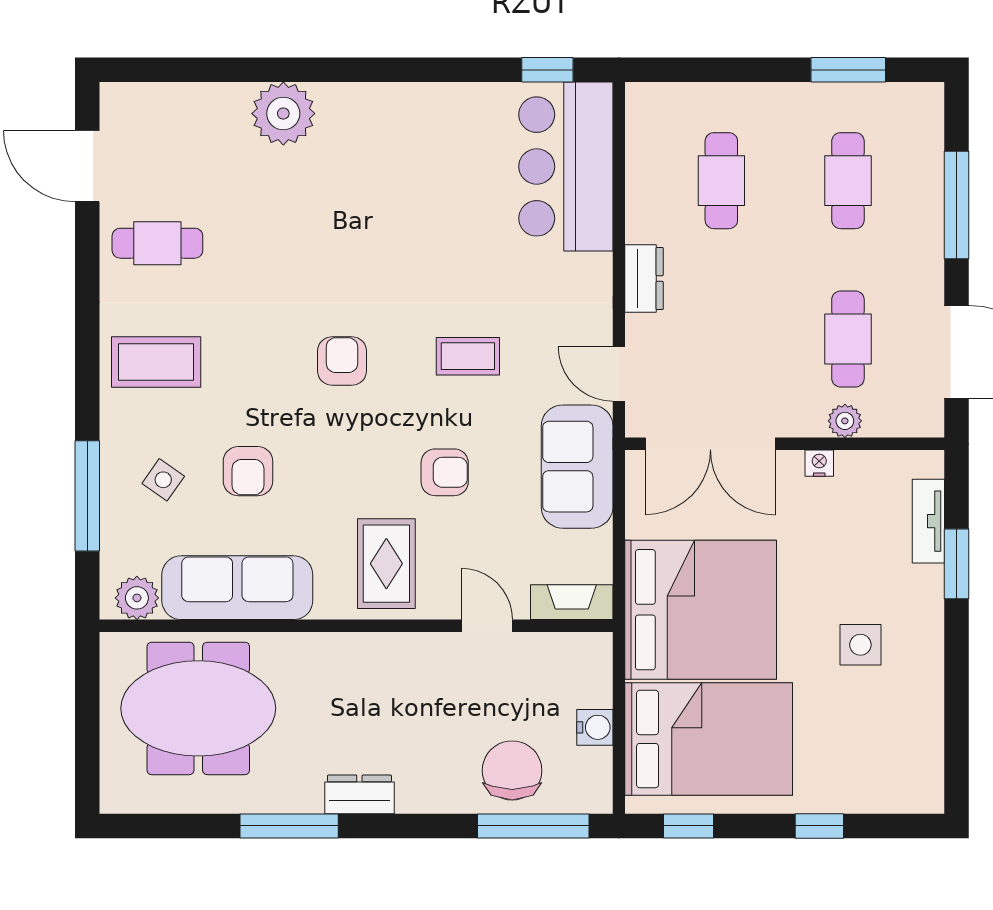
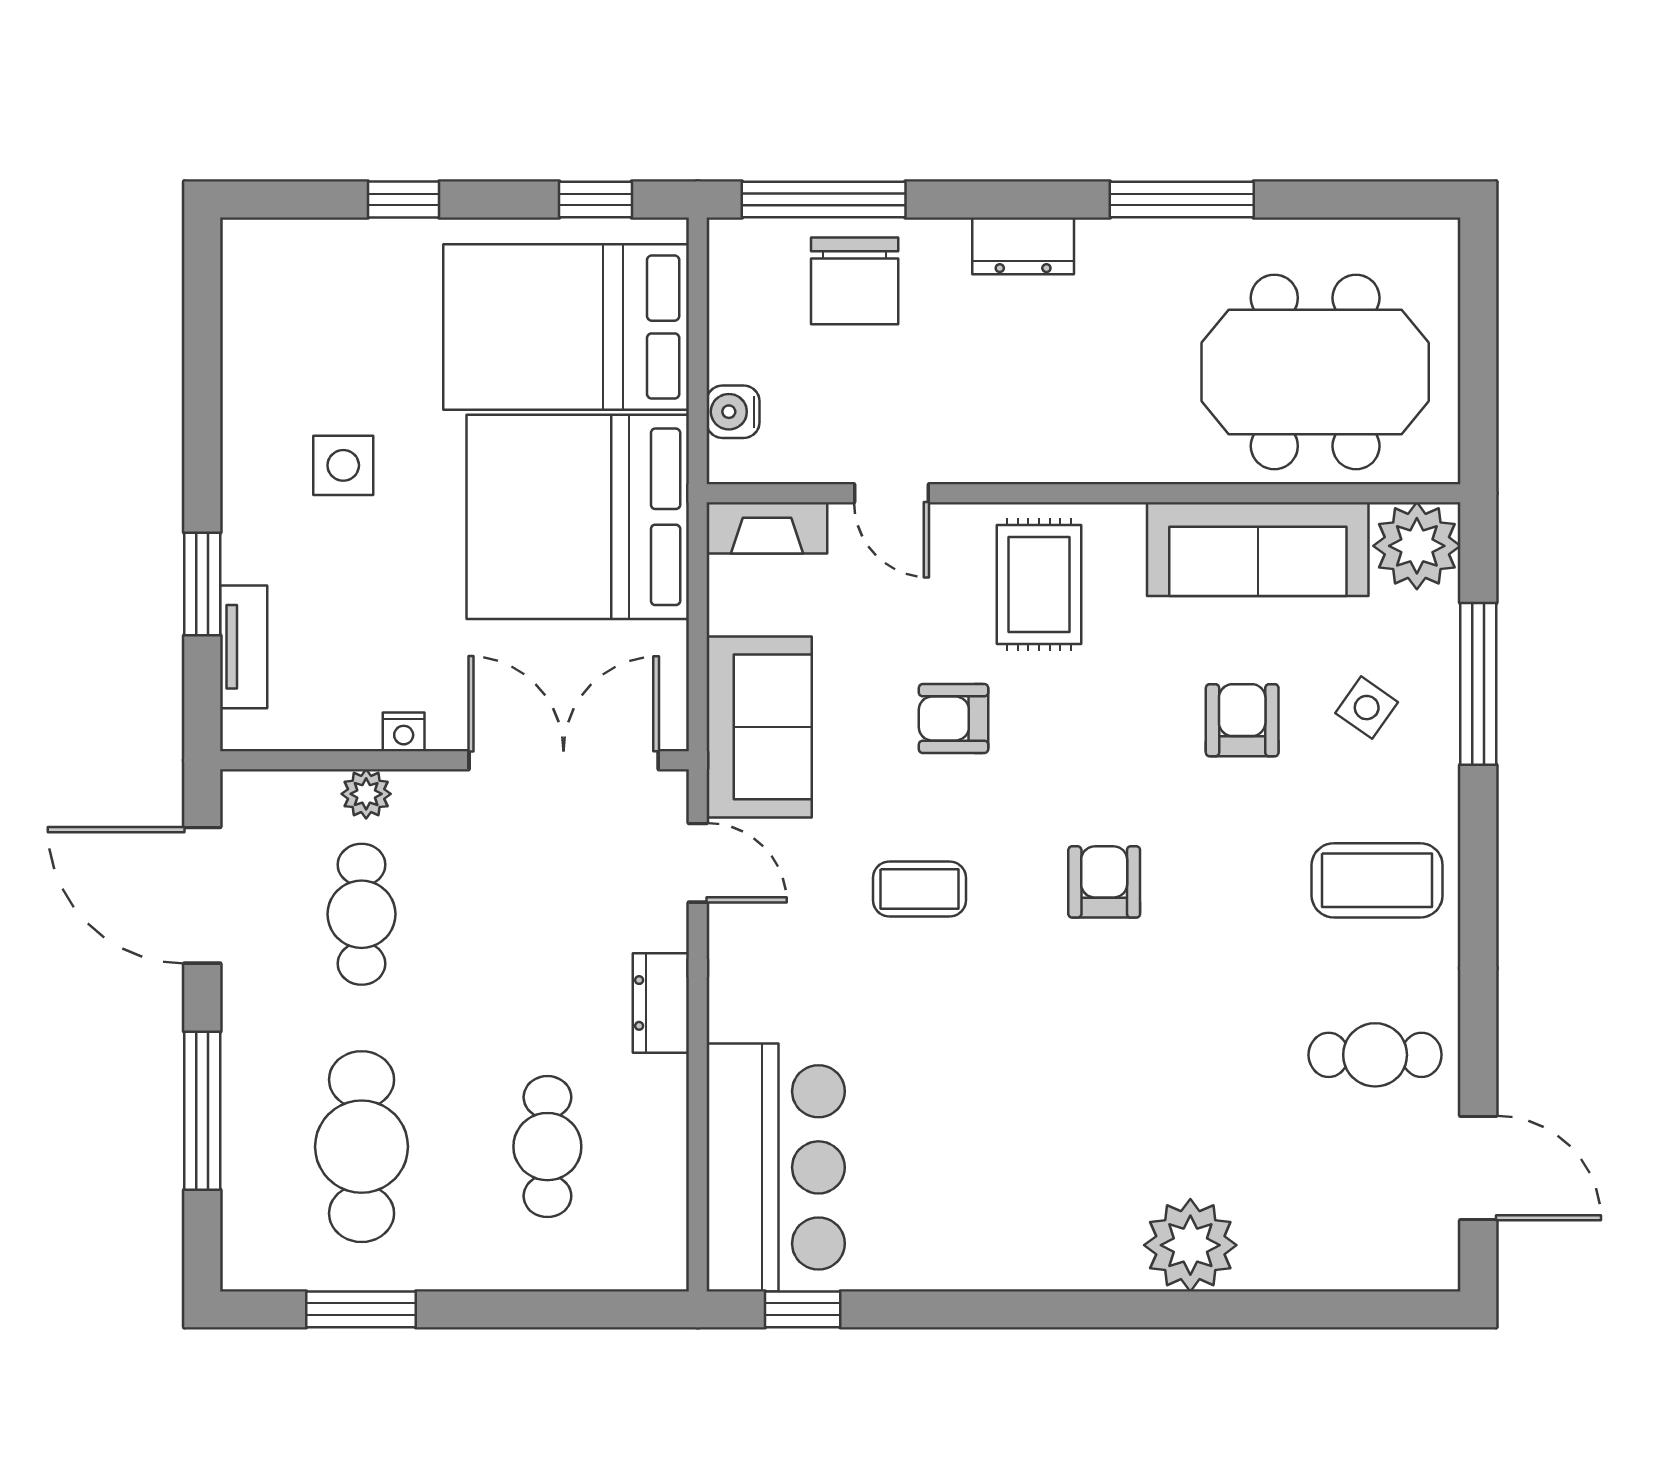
cafe table: (848, 181) -> (362, 1147), width x1.37, depth x1.35
armchair: (342, 361) -> (1104, 882), turned 180
plant: (137, 598) -> (1417, 546), width x1.36, depth x1.36
water cooler: (595, 727) -> (733, 412), moved
dresser: (359, 794) -> (1023, 246), moved

